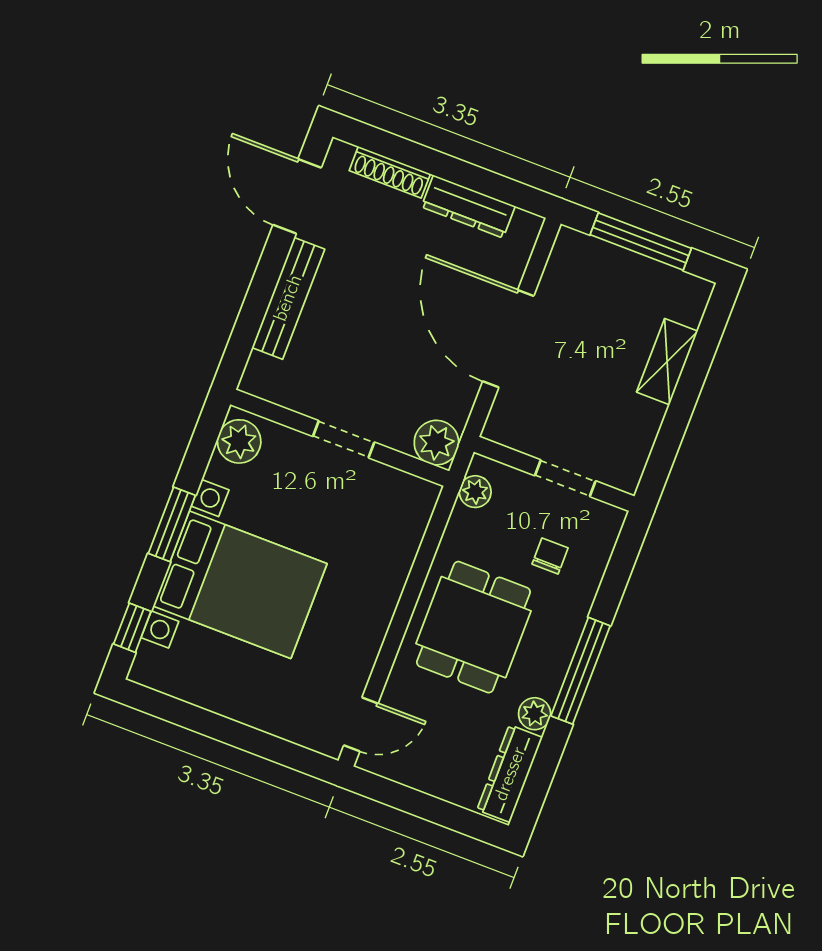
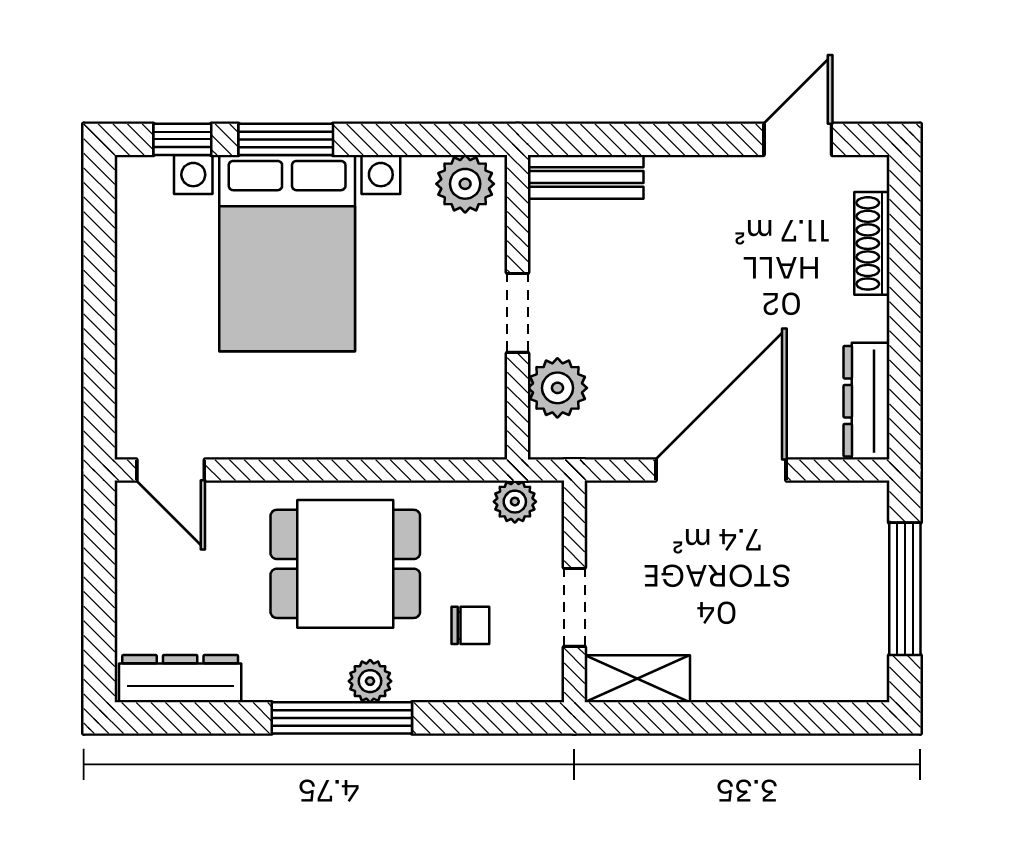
door: (297, 196) -> (798, 139), width x0.73
dresser: (468, 207) -> (867, 401), moved
bench: (288, 298) -> (586, 177), moved, width x0.73
shelving: (667, 362) -> (637, 679), moved
plant: (436, 443) -> (557, 388), moved
window: (172, 524) -> (286, 139), moved
plant: (535, 714) -> (370, 681), moved

